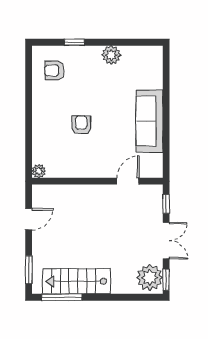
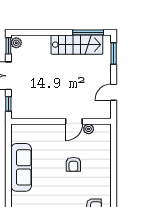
plant: (39, 171) -> (89, 129), moved
door: (128, 181) -> (74, 121), moved
plant: (150, 278) -> (16, 43), width x0.53, depth x0.53

